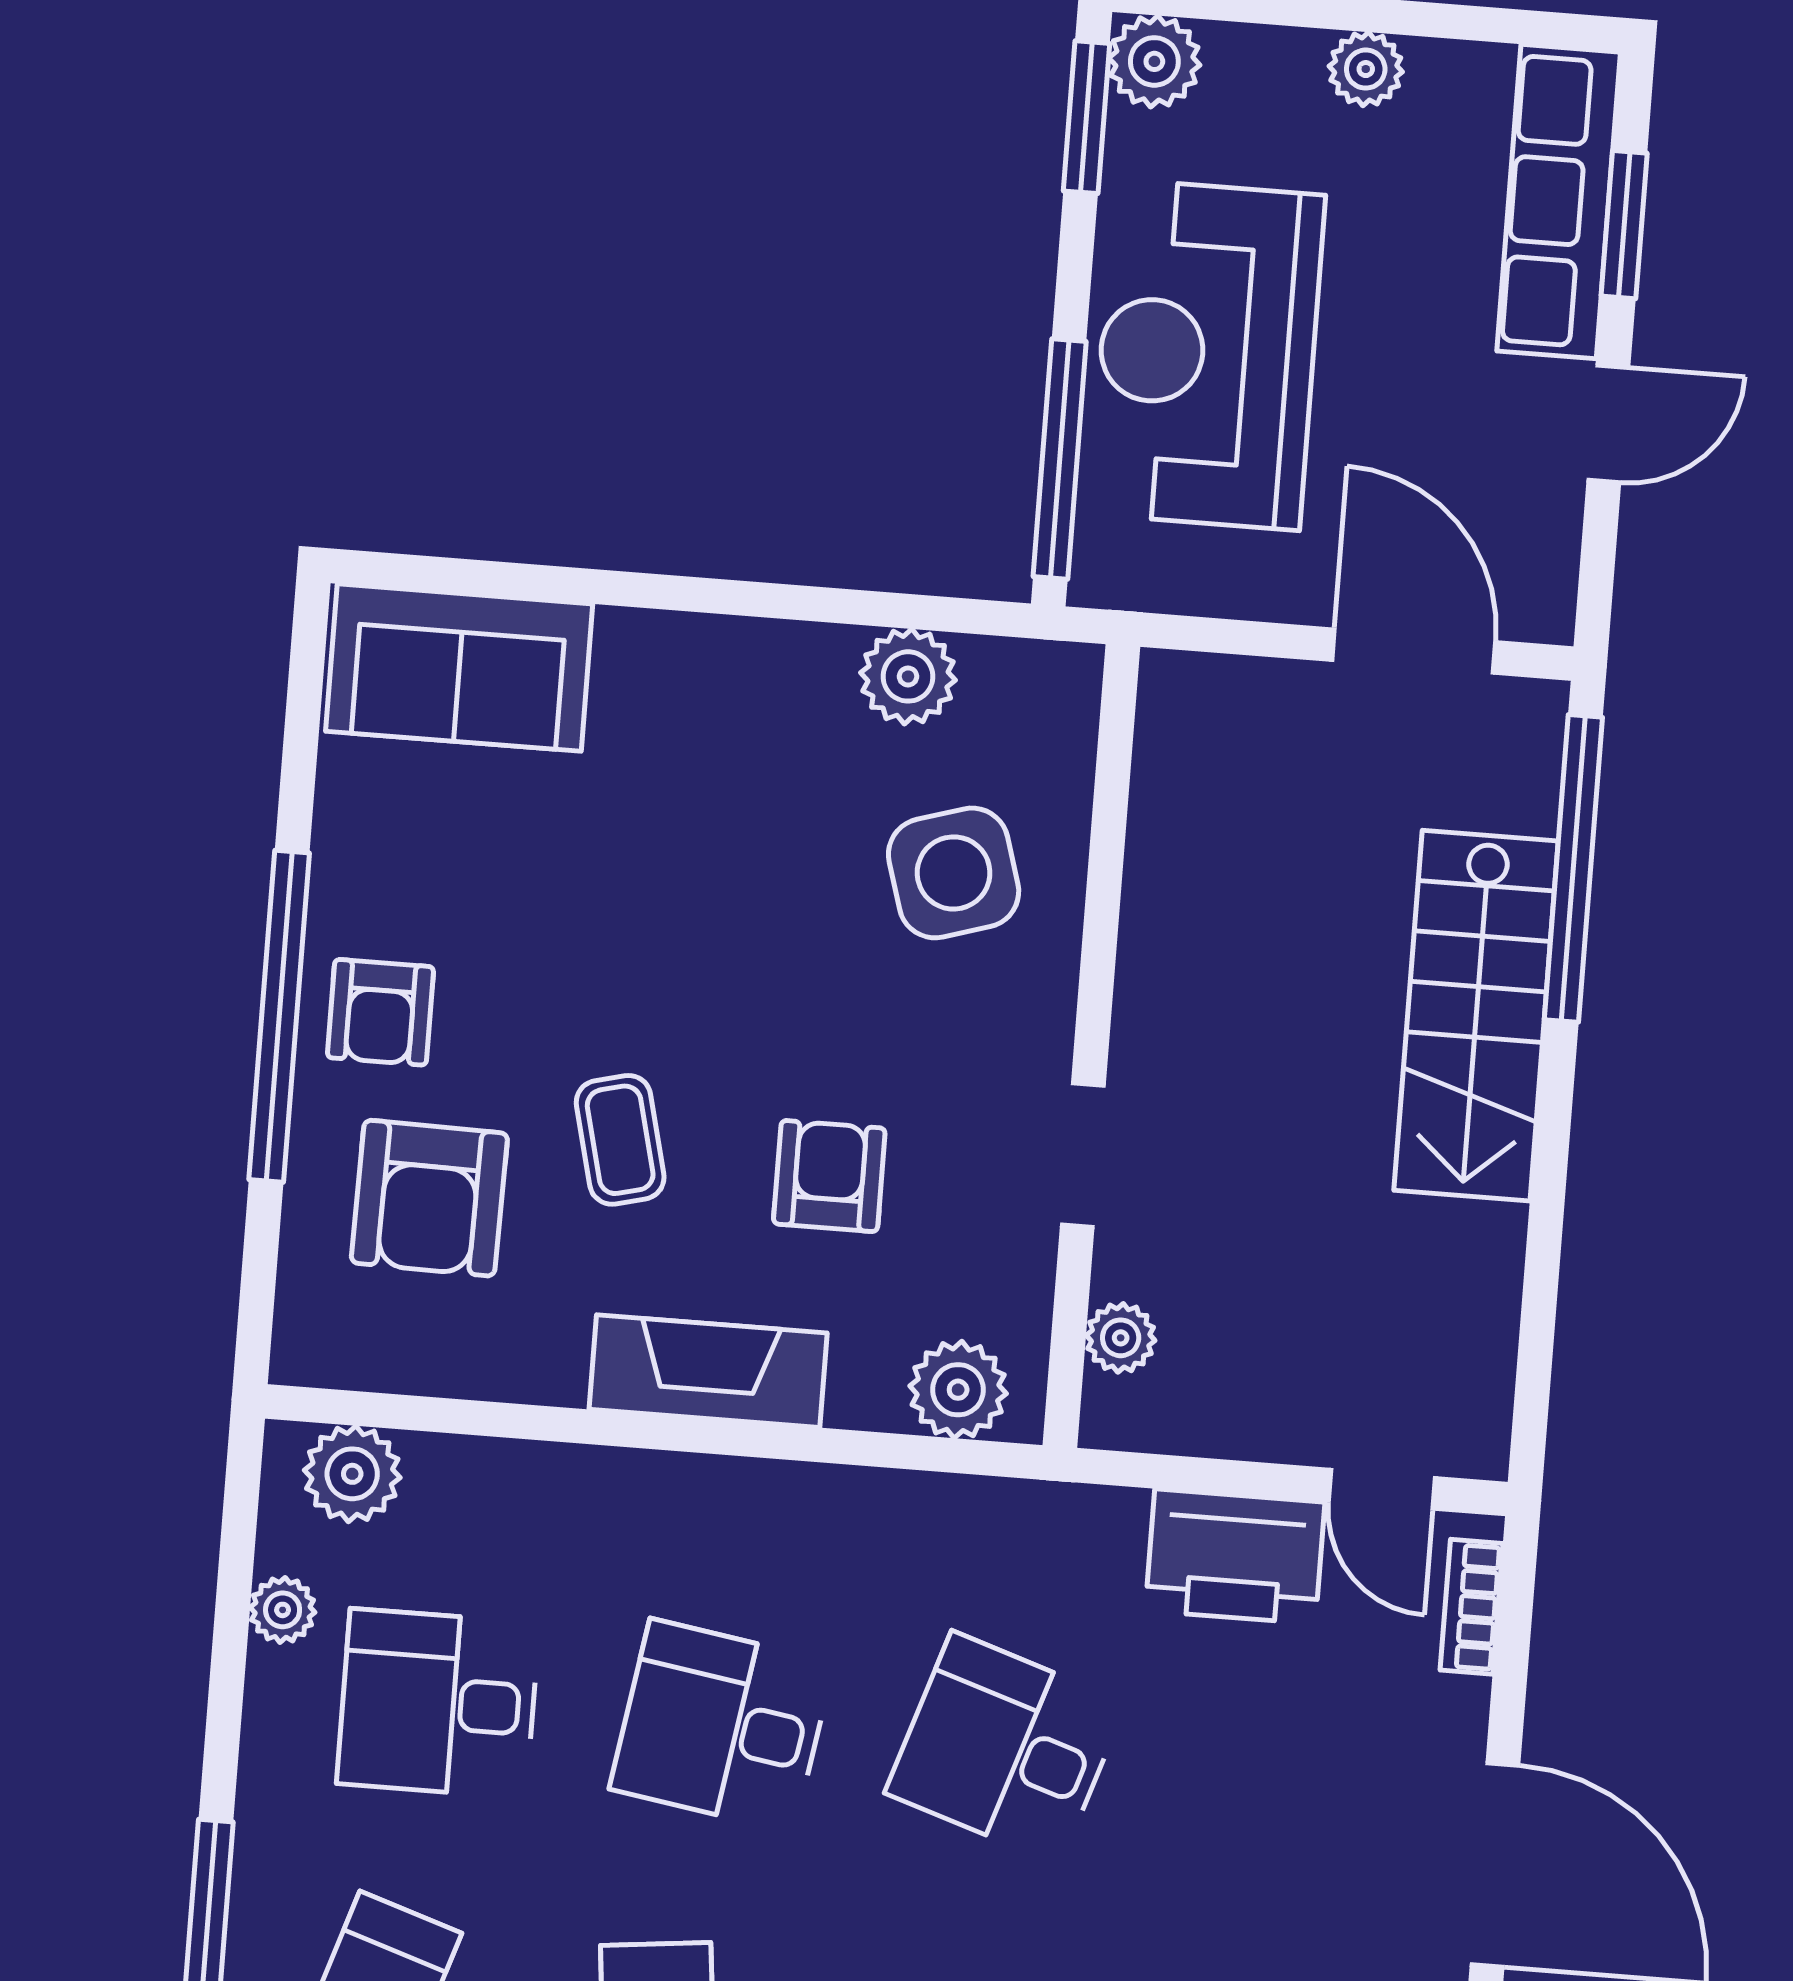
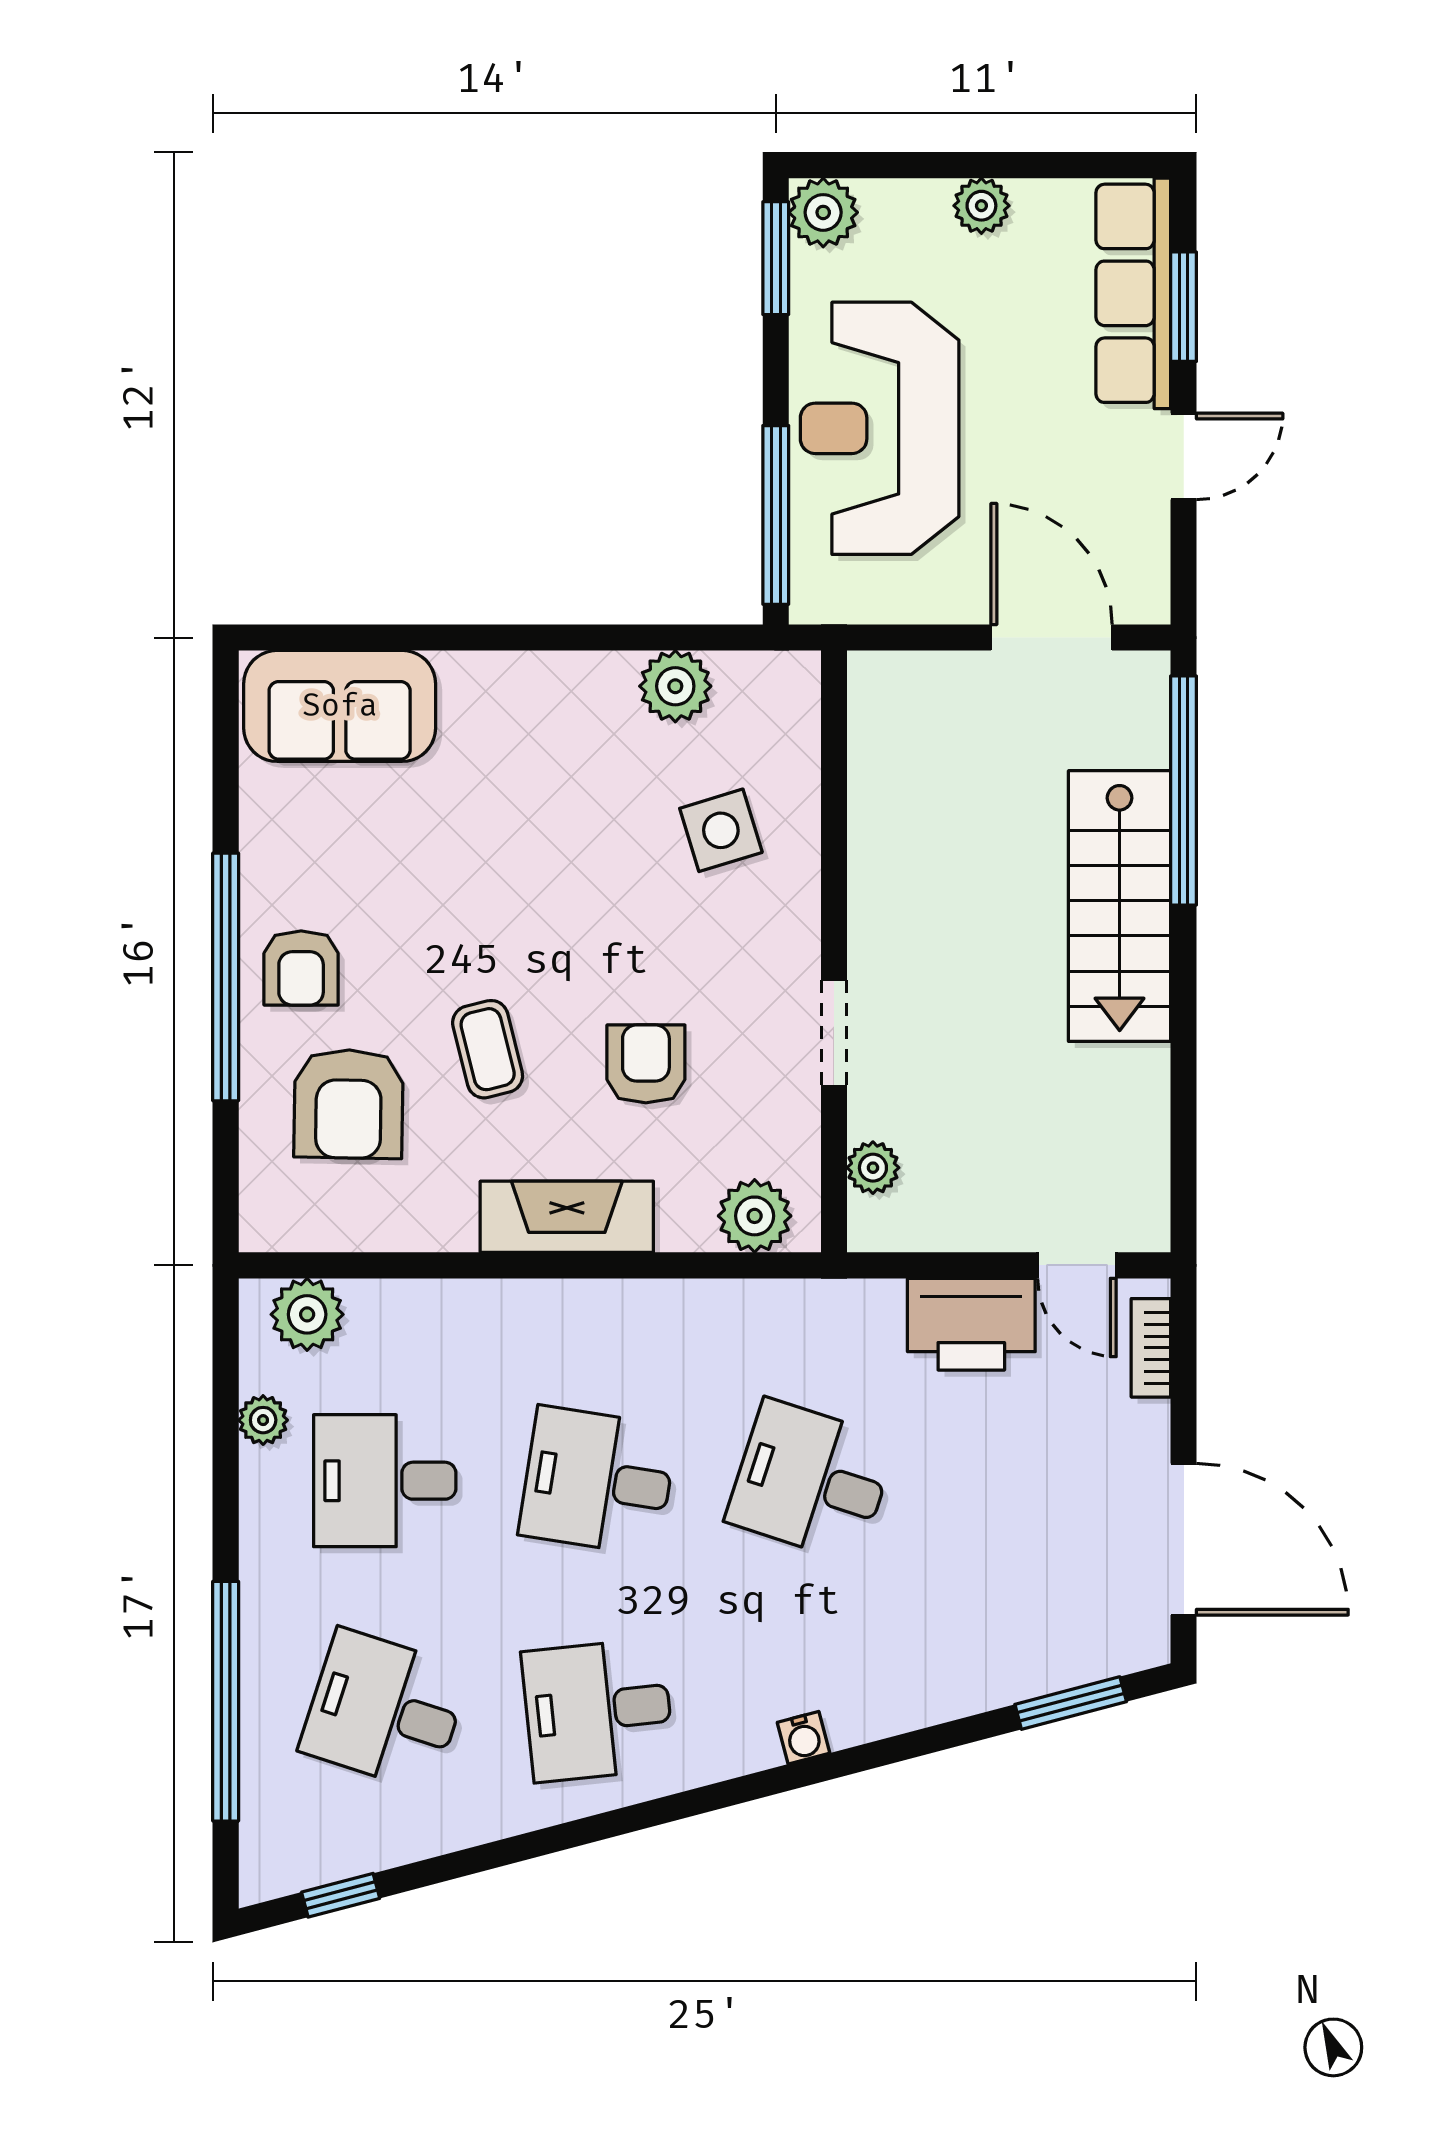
side table: (954, 873) -> (721, 830), width x0.73, depth x0.73

